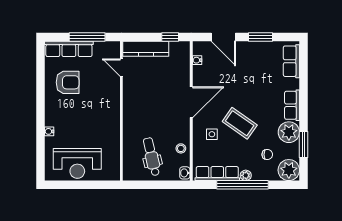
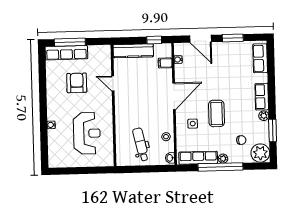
window: (87, 37) -> (70, 42), moved
filing cabinet: (182, 64) -> (165, 63), added
door: (121, 68) -> (113, 84), moved
armchair: (68, 82) -> (77, 83), moved, turned -90
coffee table: (240, 123) -> (217, 113), turned 55
plant: (289, 132) -> (264, 116), width x0.53, depth x0.53
reception desk: (77, 163) -> (87, 133), moved, turned -90

